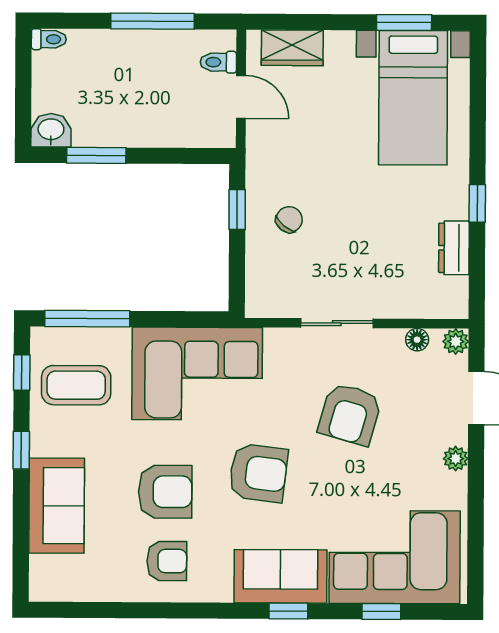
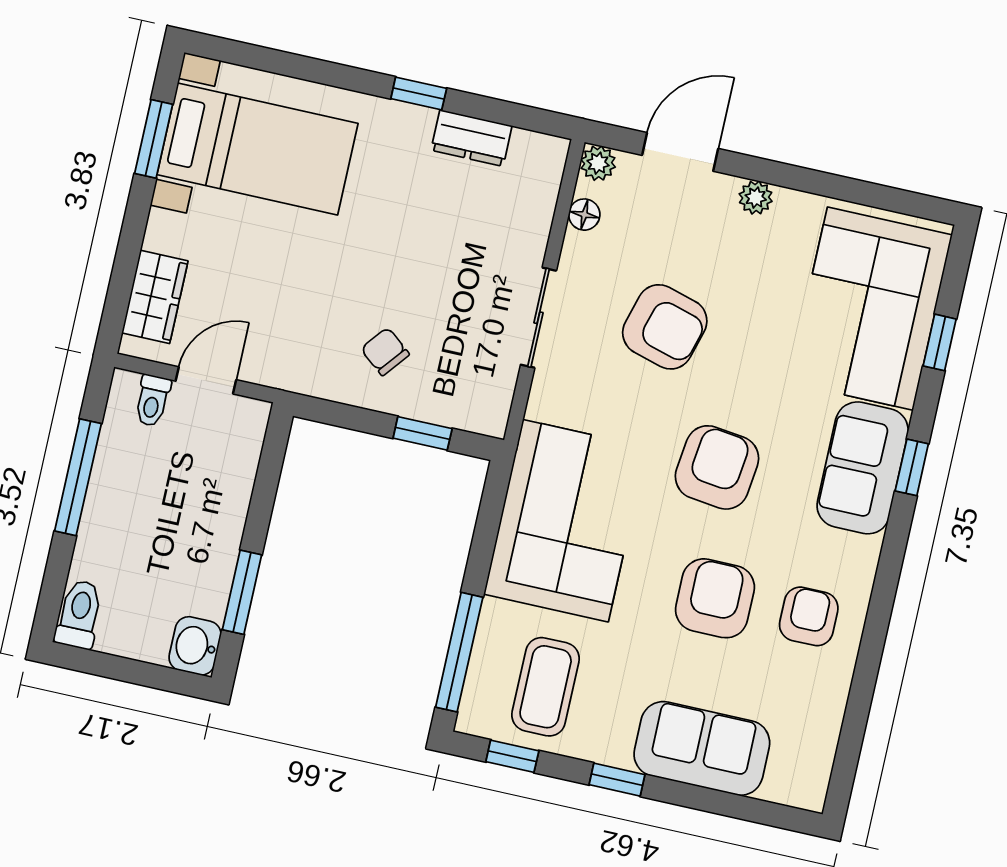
toilet: (49, 39) -> (79, 614), width x1.37, depth x1.39
window: (237, 209) -> (423, 433), moved

